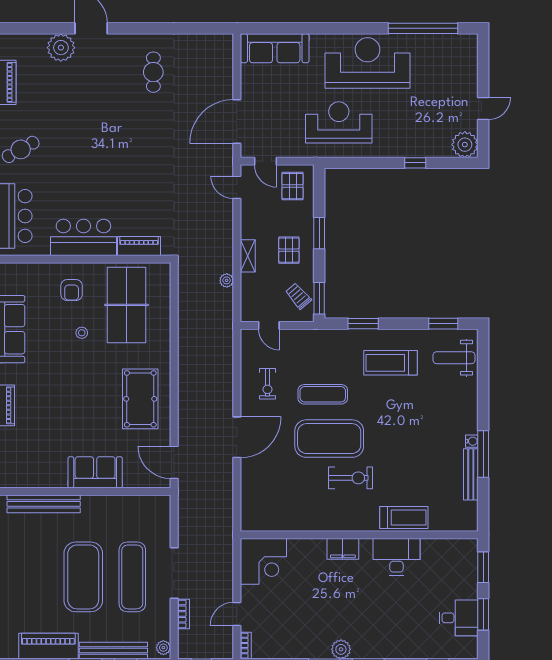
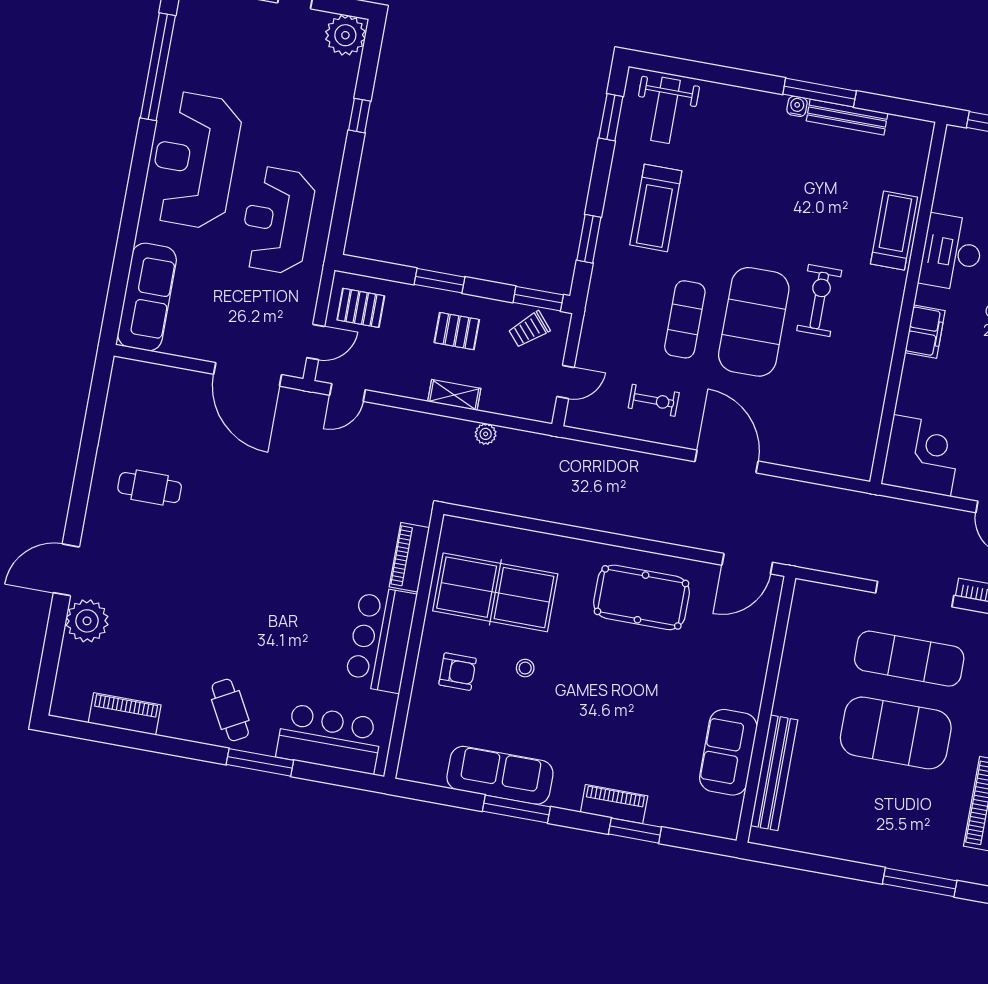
sofa: (95, 472) -> (728, 752), moved

